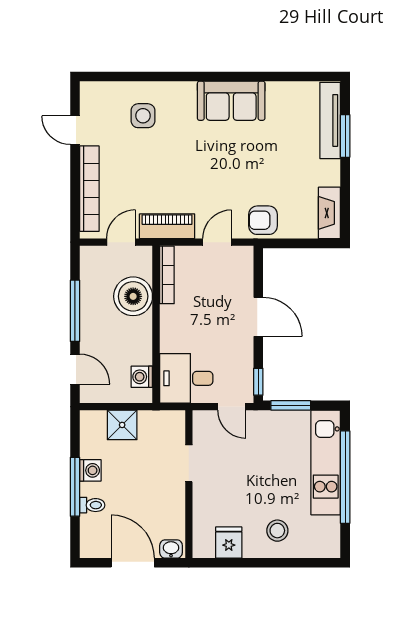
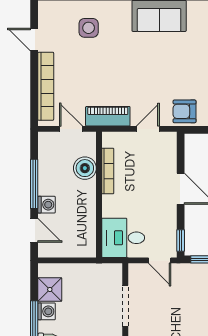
door: (121, 242) -> (71, 129), hinge flipped
bookcase: (167, 275) -> (108, 171), moved
boiler: (133, 296) -> (85, 168), width x0.73, depth x0.73
washing machine: (142, 377) -> (47, 205), moved, turned 180
shower: (122, 425) -> (50, 289), moved
doorway: (189, 463) -> (125, 306), width x1.38

